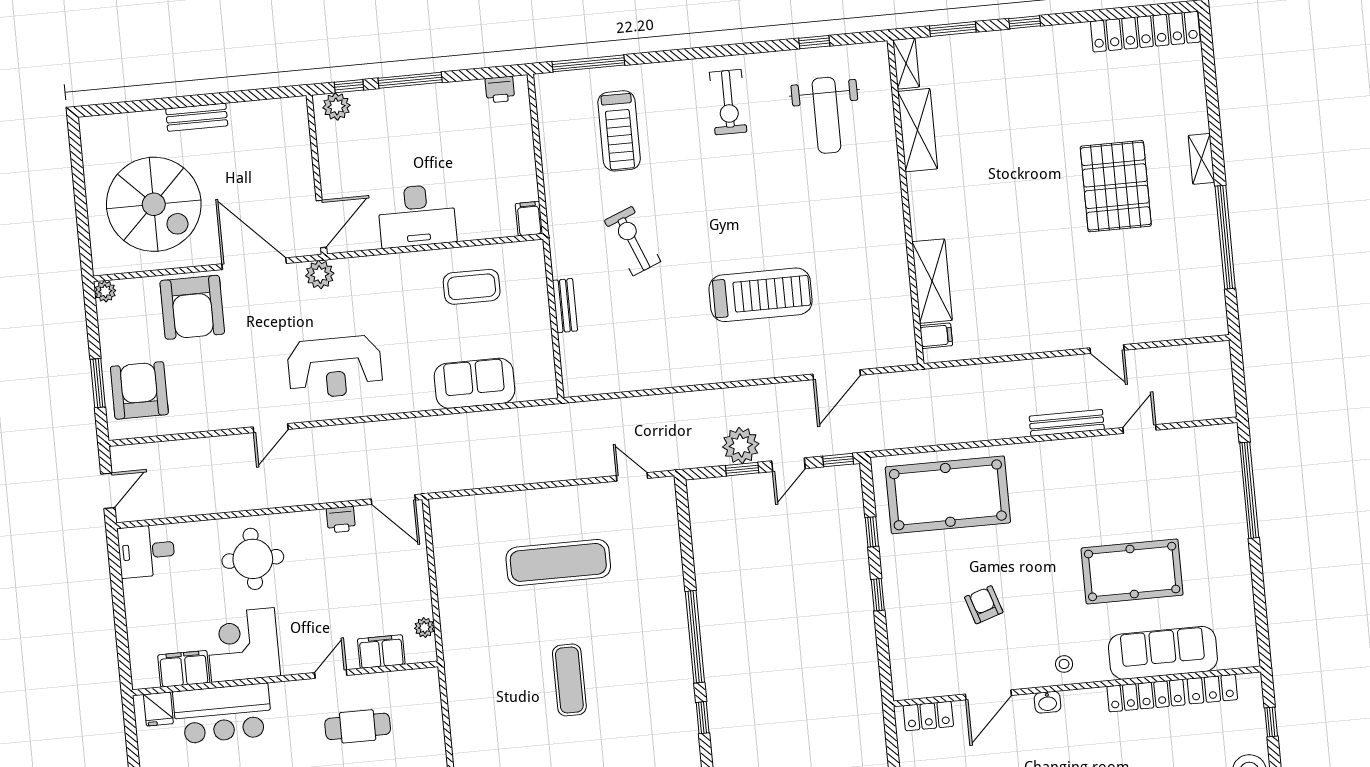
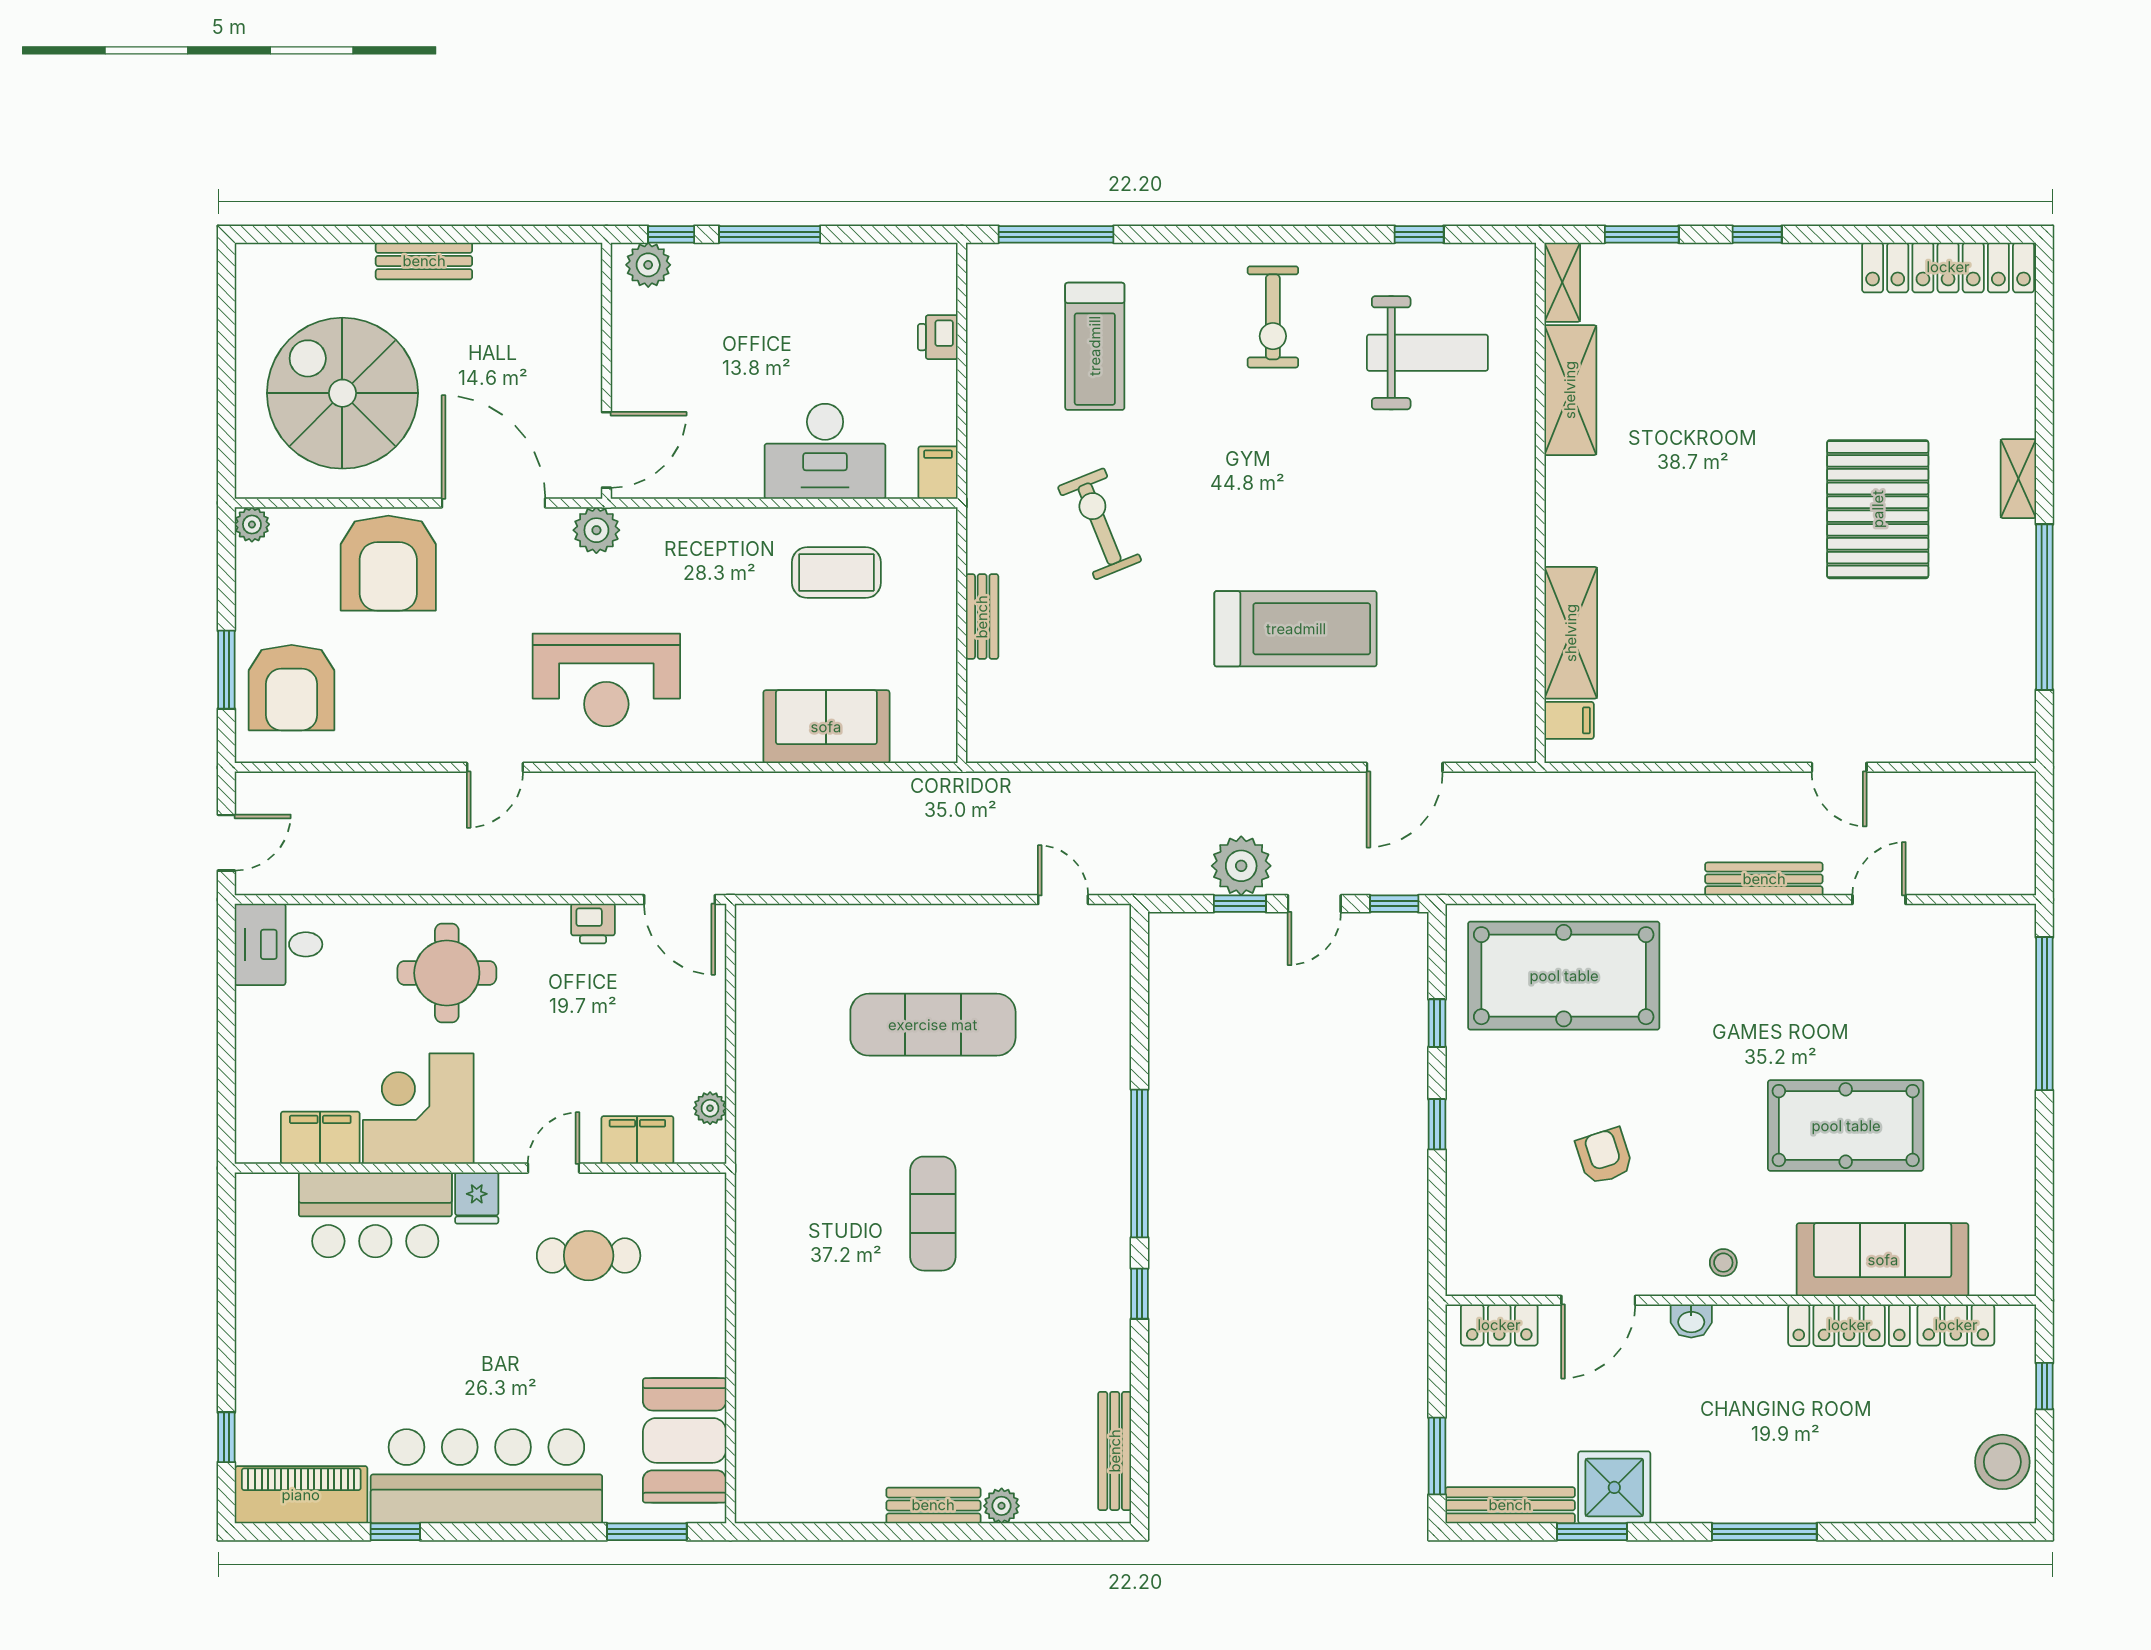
printer: (500, 90) -> (938, 337), moved, turned 90
weight bench: (826, 115) -> (1427, 353), turned -90
spiral stairs: (154, 204) -> (342, 393), turned 180
desk: (417, 216) -> (825, 451), moved
armchair: (139, 390) -> (292, 688), turned 180
fridge: (158, 709) -> (477, 1198), moved

